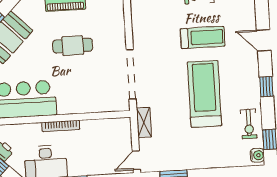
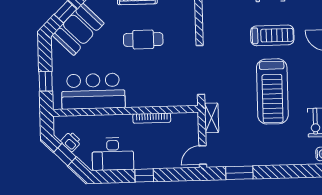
treadmill: (204, 94) -> (272, 91), turned 180
bookcase: (61, 126) -> (152, 118), moved

